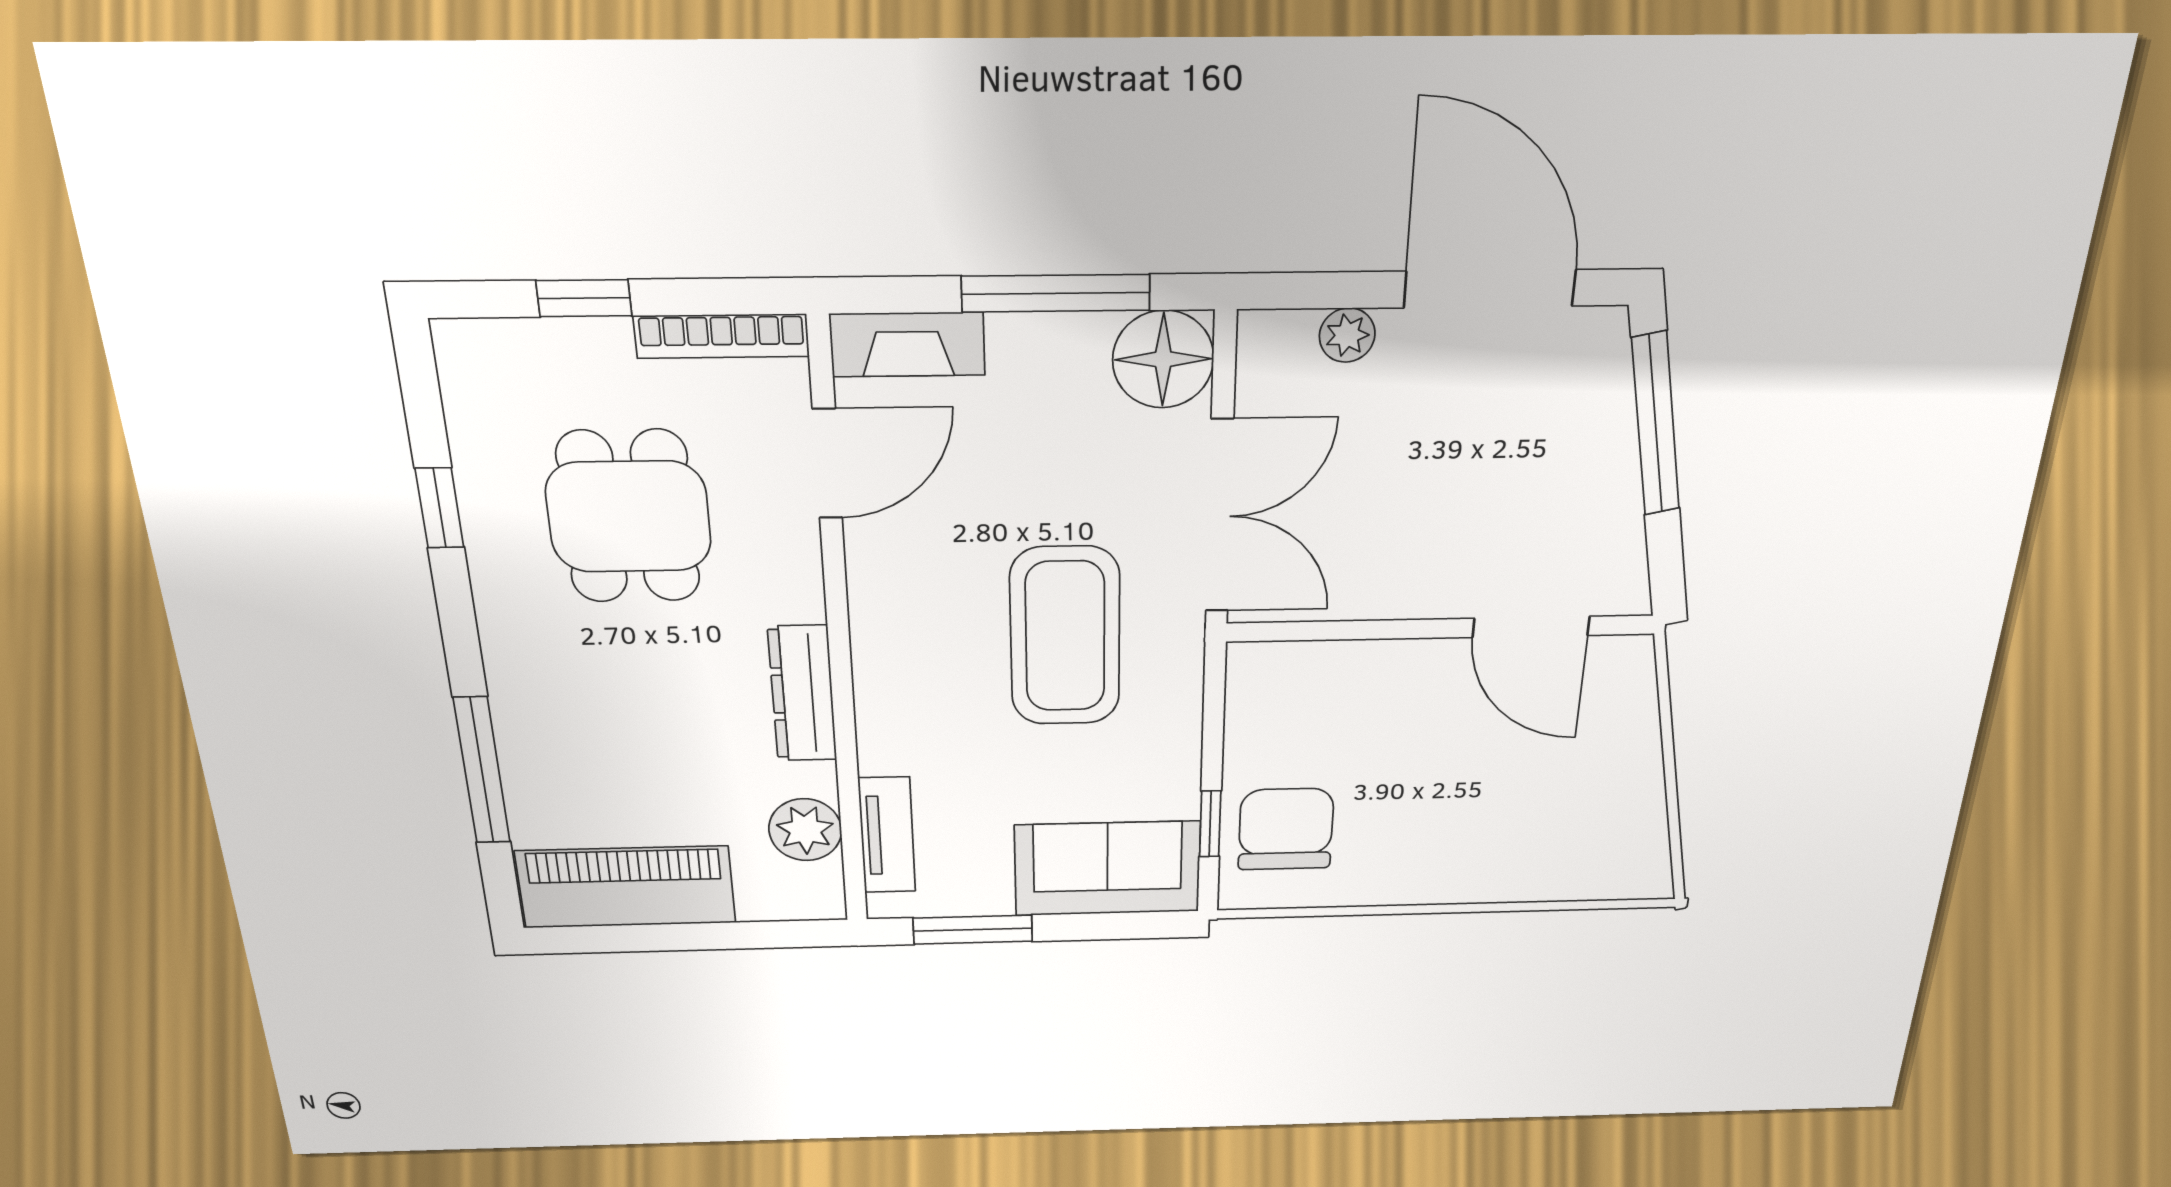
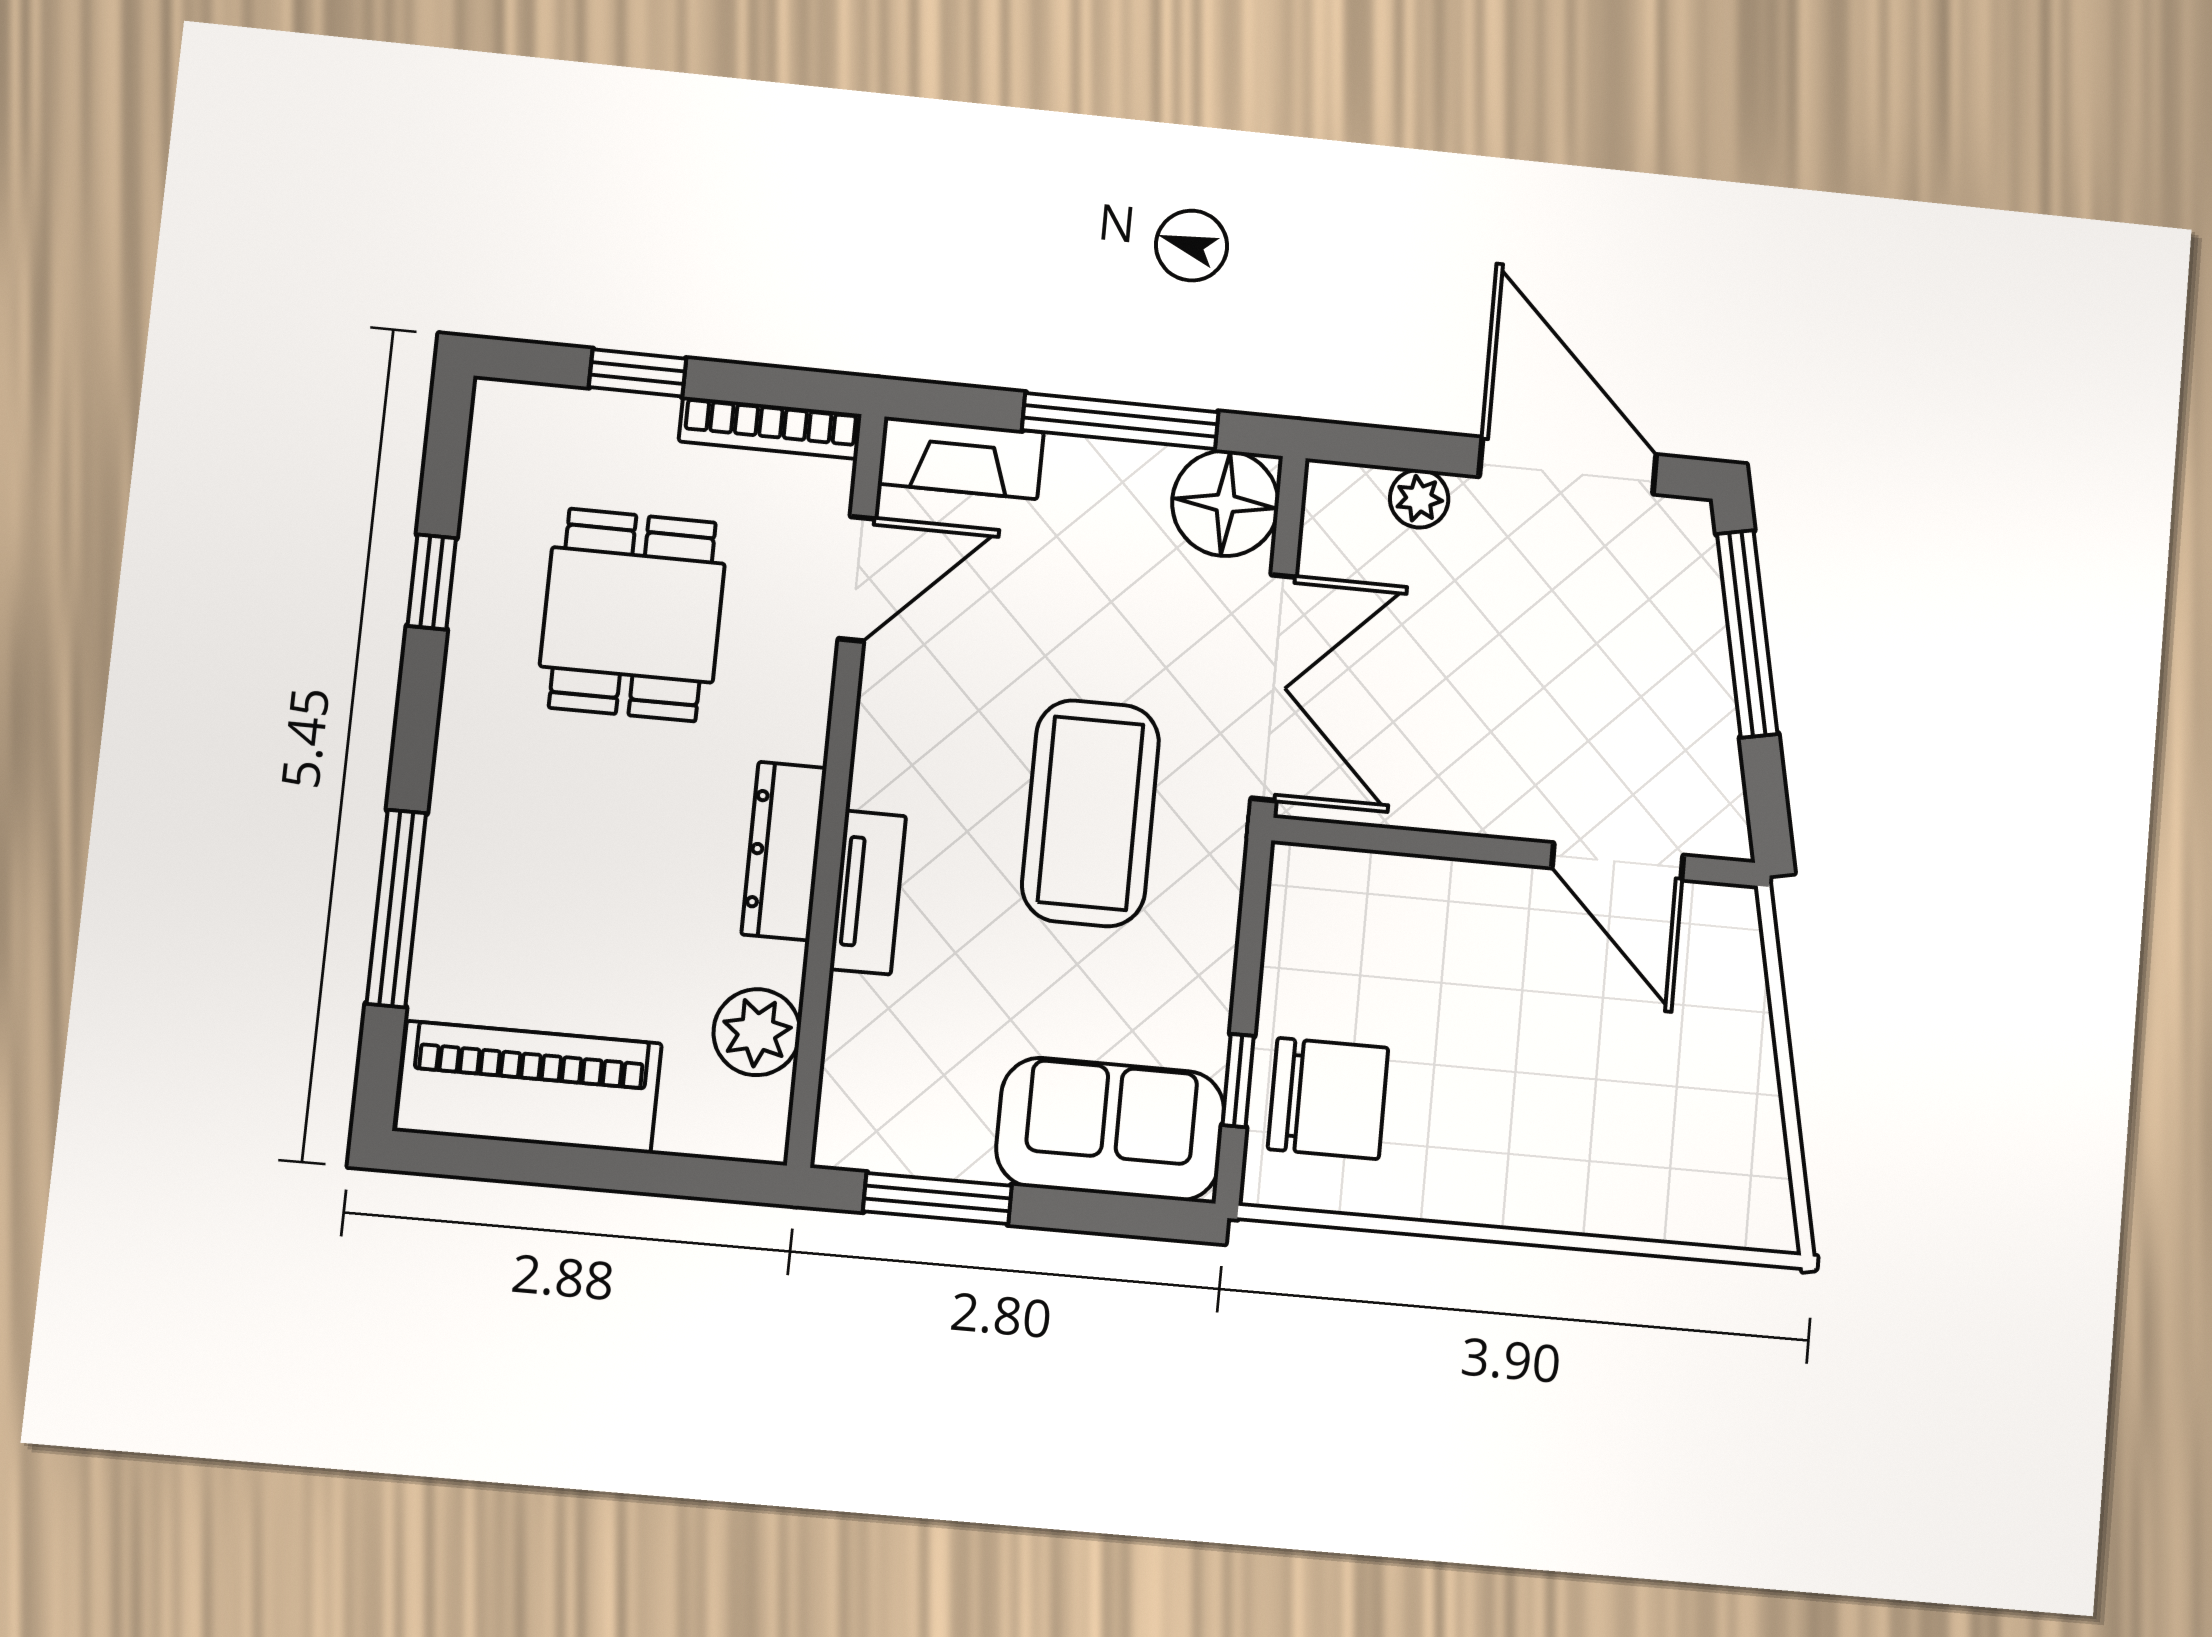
chair: (1286, 829) -> (1328, 1098), turned 90
tv unit: (887, 835) -> (868, 893), moved

